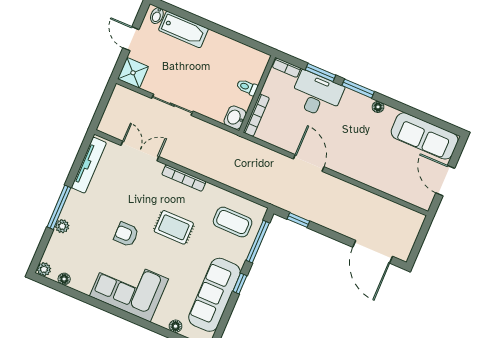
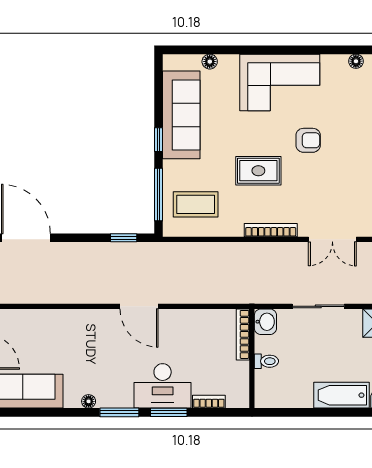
toilet: (247, 87) -> (266, 361), moved
wall: (257, 94) -> (252, 358), moved
bookcase: (256, 115) -> (243, 334), moved
washbasin: (235, 118) -> (265, 322), moved

